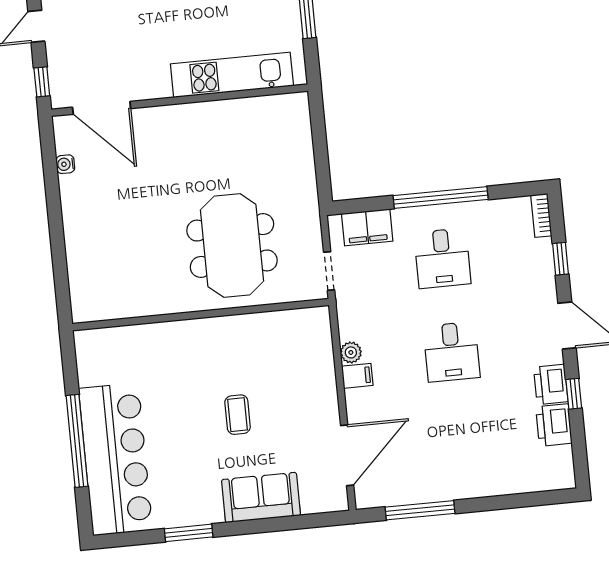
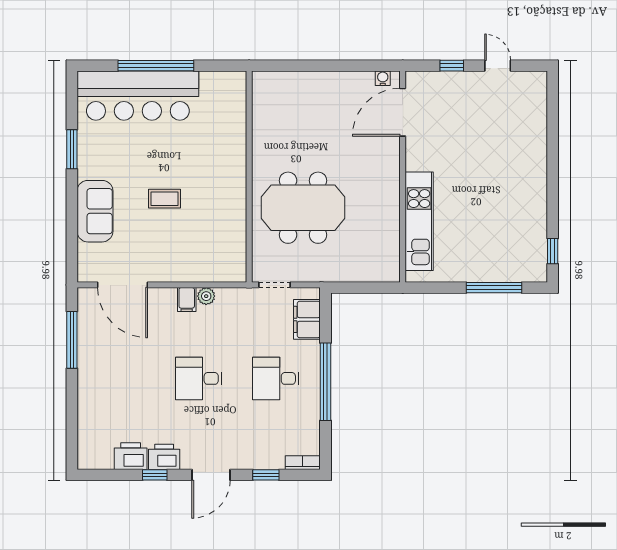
kitchen unit: (232, 75) -> (419, 221), moved
wall: (180, 100) -> (403, 177), moved
door: (102, 108) -> (403, 112), moved

